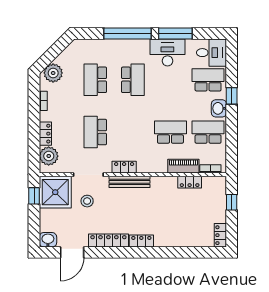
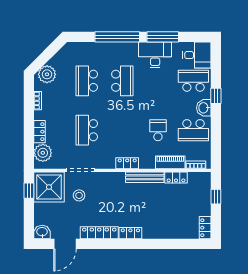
school desk: (170, 132) -> (158, 130), width x0.54
school desk: (208, 132) -> (193, 130), turned 180
locker: (124, 167) -> (127, 163), moved
bench: (129, 182) -> (145, 177), moved

